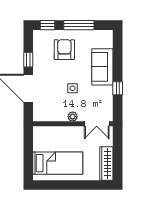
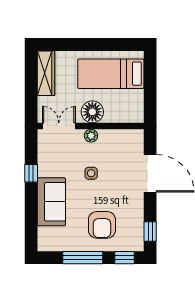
window: (28, 60) -> (150, 232), moved
floor lamp: (72, 134) -> (92, 112), added

